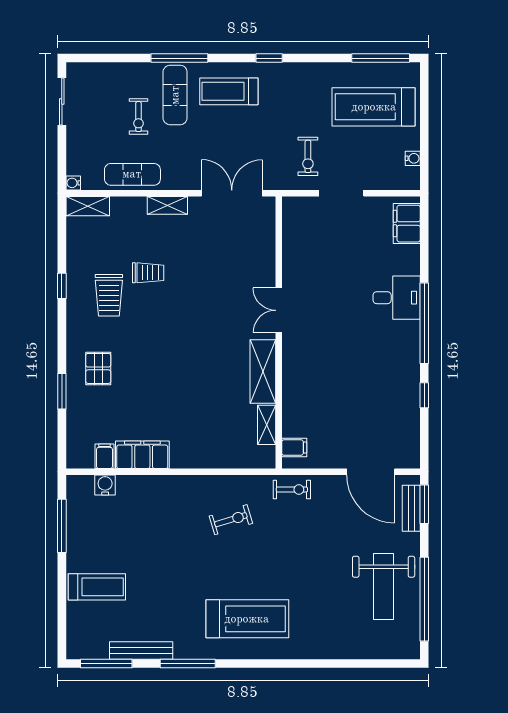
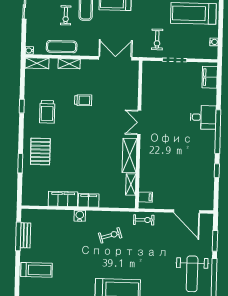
shelving: (167, 205) -> (69, 64), moved
trolley: (148, 273) -> (83, 100), moved
pallet: (98, 368) -> (40, 151), width x1.50, depth x1.42
filing cabinet: (105, 456) -> (89, 200), moved, width x2.00
water cooler: (105, 485) -> (80, 216), moved
window: (424, 504) -> (215, 241), moved
bench: (411, 508) -> (25, 235), moved

